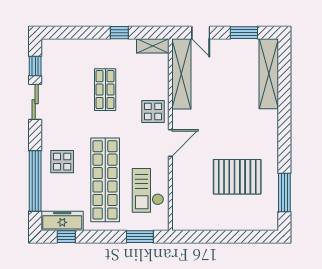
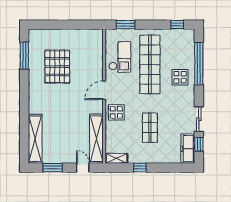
pallet: (237, 177) -> (57, 67), turned 90
freezer: (62, 221) -> (188, 149), moved, turned 90

